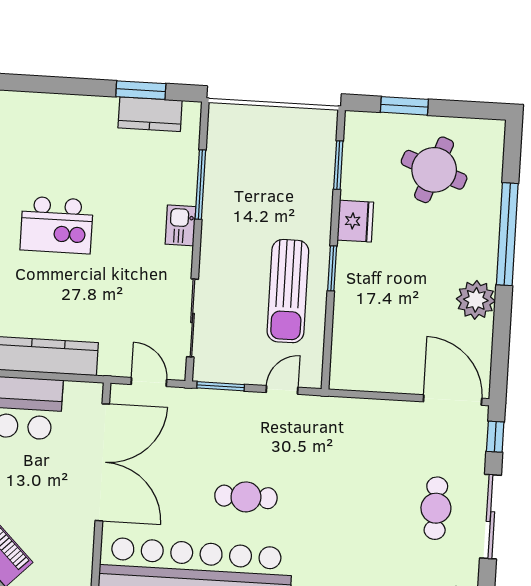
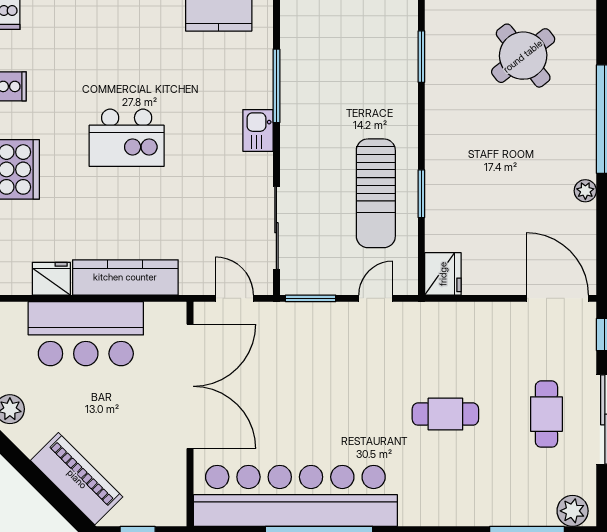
round table: (434, 170) -> (523, 56), turned 32
fridge: (355, 221) -> (443, 274), moved
window: (332, 268) -> (421, 194), moved
plant: (476, 300) -> (585, 191), width x0.53, depth x0.53
cafe table: (246, 497) -> (445, 414), moved

